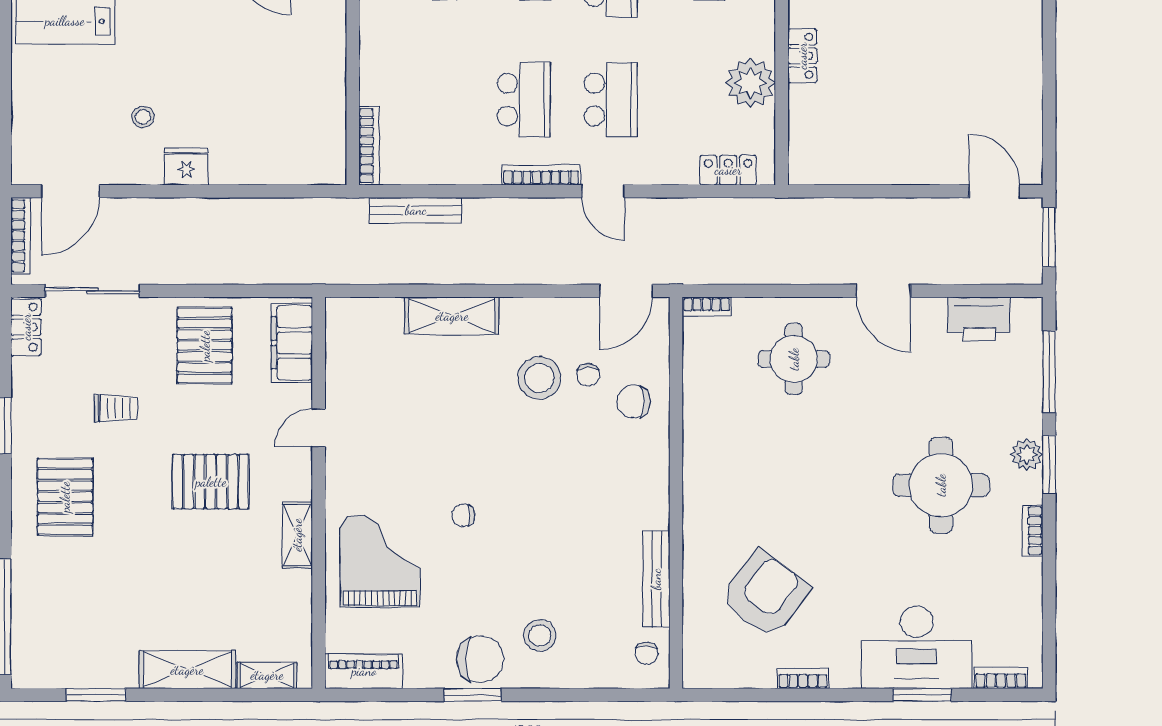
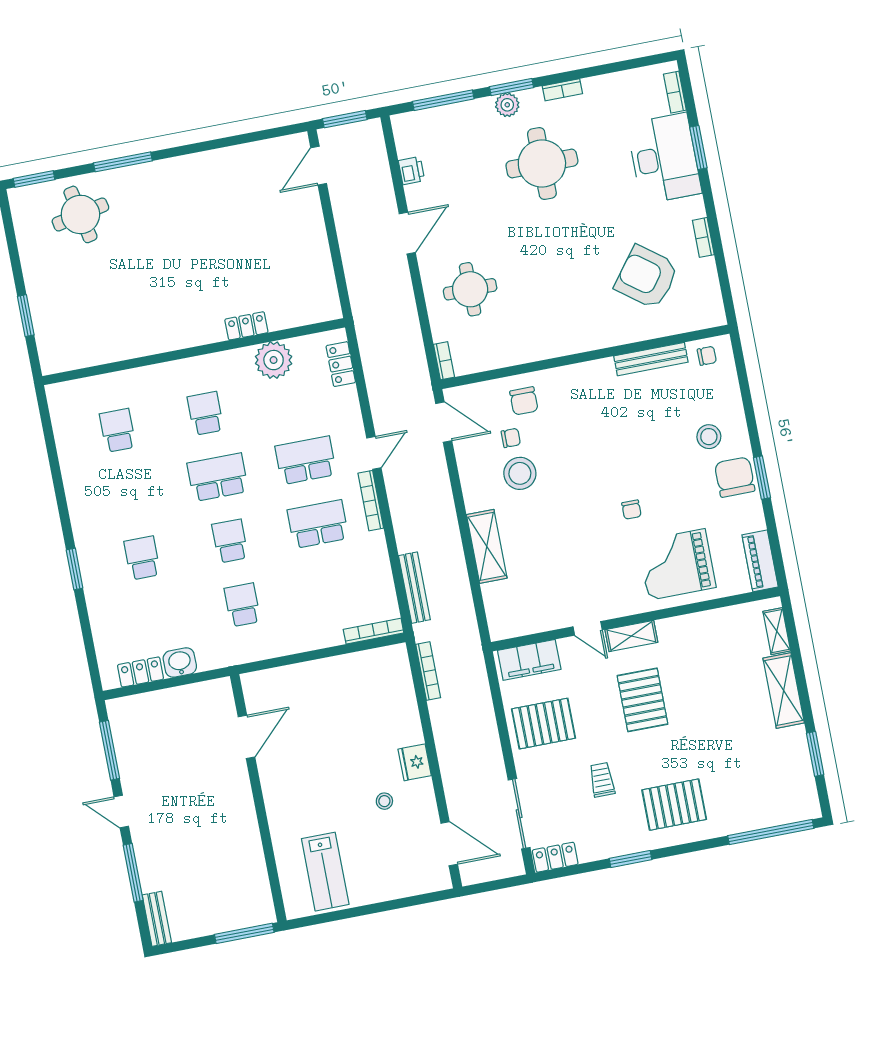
bookcase: (21, 236) -> (428, 671), moved, turned 90
printer: (979, 319) -> (411, 171), width x0.53, depth x0.68
shelving: (297, 535) -> (631, 636), moved

